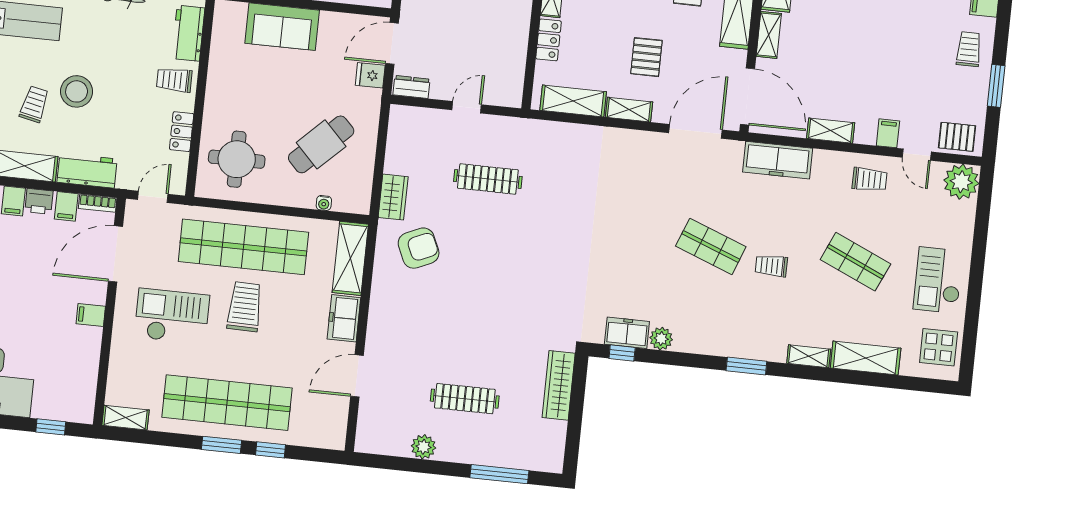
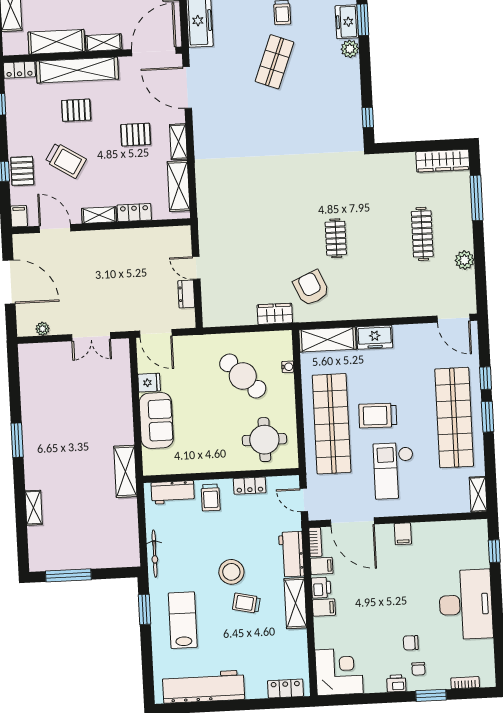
fridge: (370, 75) -> (149, 383), moved, turned -90
dresser: (411, 87) -> (186, 294), moved
clothes rail: (488, 179) -> (336, 238), moved, width x0.73
freezer: (627, 333) -> (347, 22), moved
plant: (661, 339) -> (350, 49), moved
door: (357, 376) -> (453, 318), moved
wardrobe: (559, 385) -> (443, 161), moved

